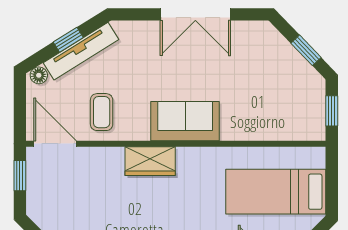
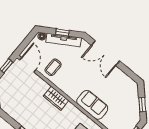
double door: (195, 14) -> (105, 53), moved
sofa: (185, 121) -> (92, 105), moved

